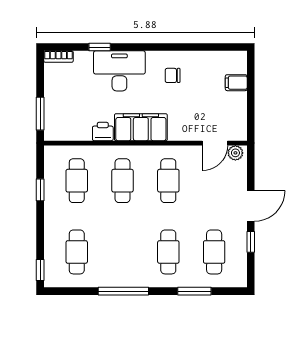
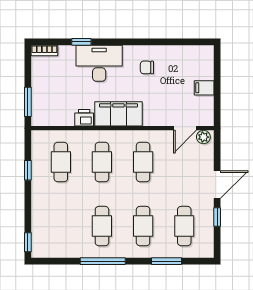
filing cabinet: (236, 83) -> (204, 88), moved
cafe table: (77, 252) -> (102, 226), moved

